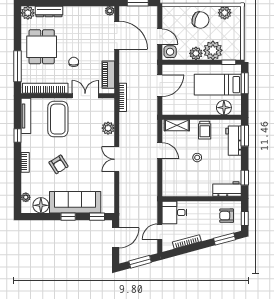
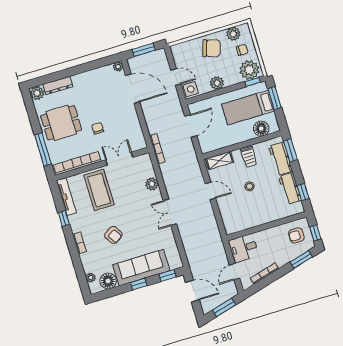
chair: (228, 30) -> (242, 50), added
dining table: (42, 47) -> (61, 123), turned 90
plant: (213, 50) -> (249, 70), moved
piano: (108, 75) -> (136, 131), removed
workbench: (227, 189) -> (290, 188), moved, turned -90
door: (116, 238) -> (192, 291), hinge flipped

